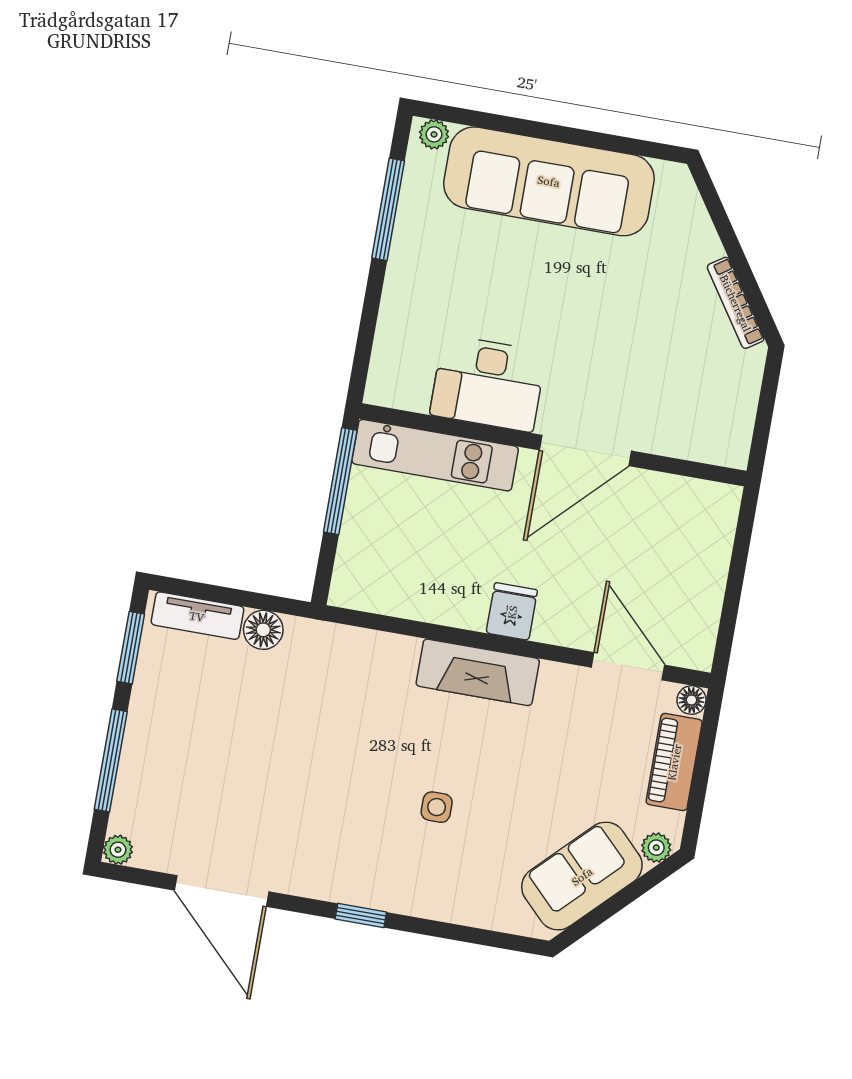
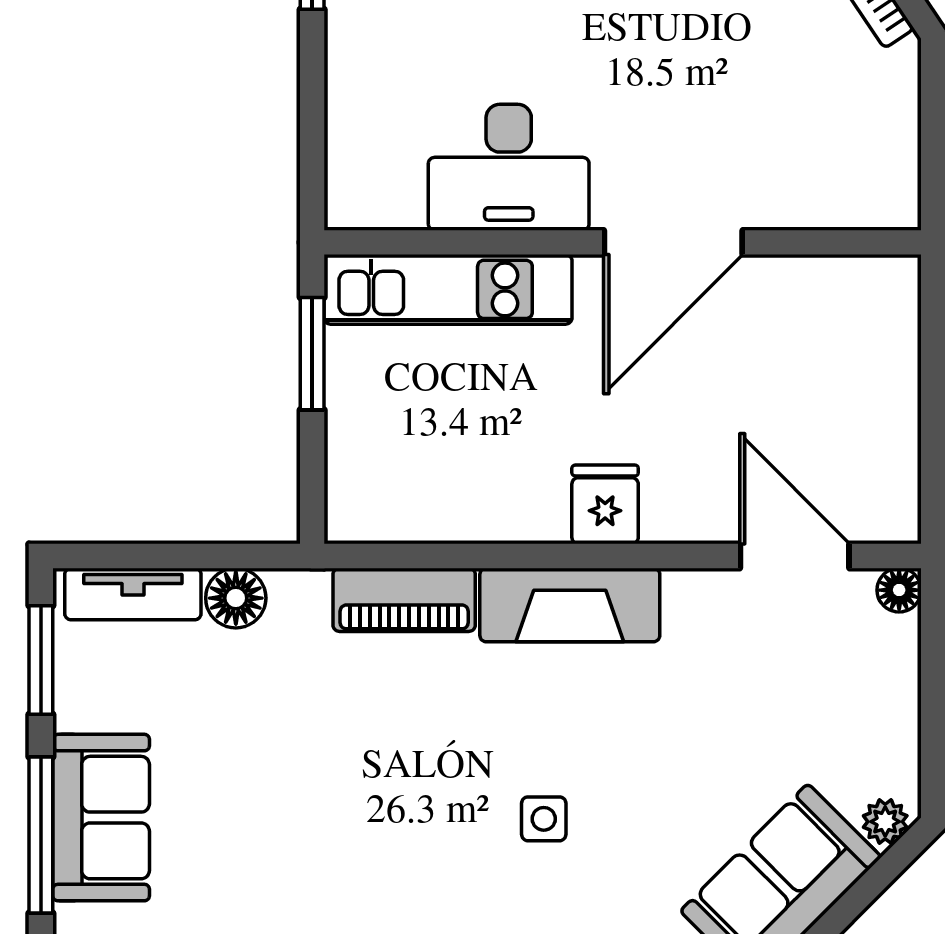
window: (340, 481) -> (312, 354), width x0.69
sofa: (152, 756) -> (101, 818), added
piano: (674, 762) -> (404, 600), moved, turned -90

